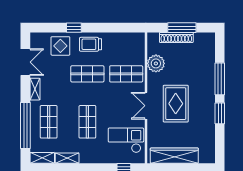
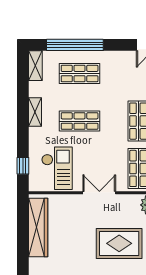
shelving: (35, 89) -> (120, 57), removed
rug: (176, 104) -> (119, 243), moved
shelving: (67, 158) -> (35, 112), moved

